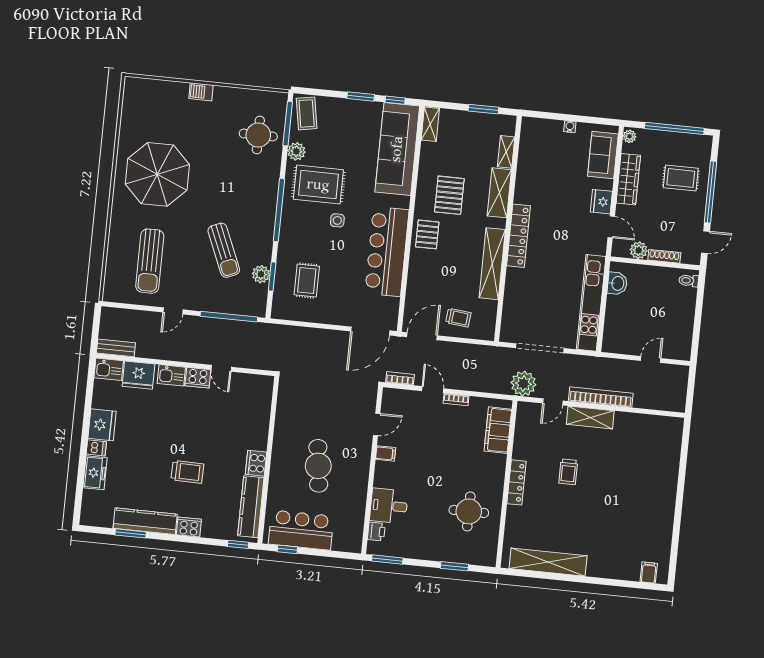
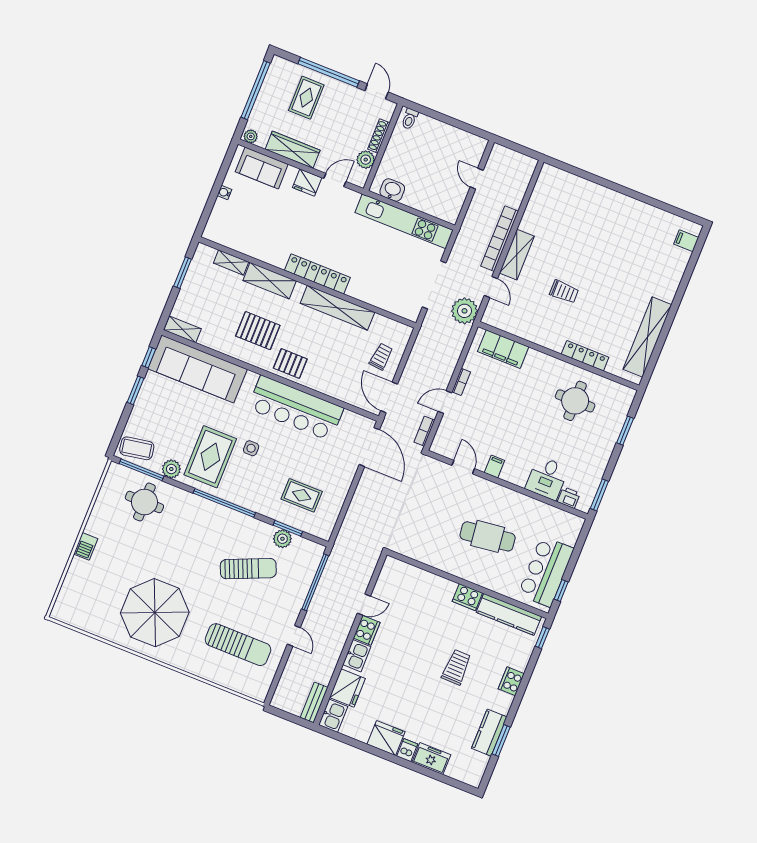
locker: (517, 482) -> (585, 356), moved
kitchen counter: (145, 521) -> (489, 733), width x0.67

